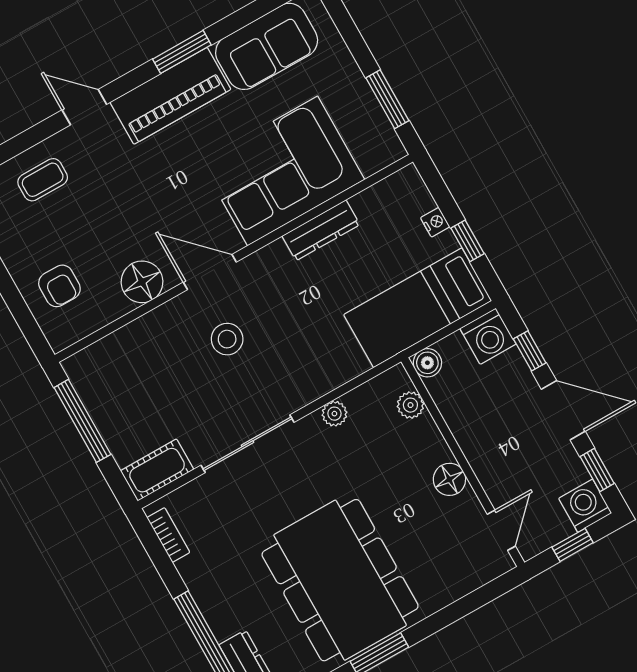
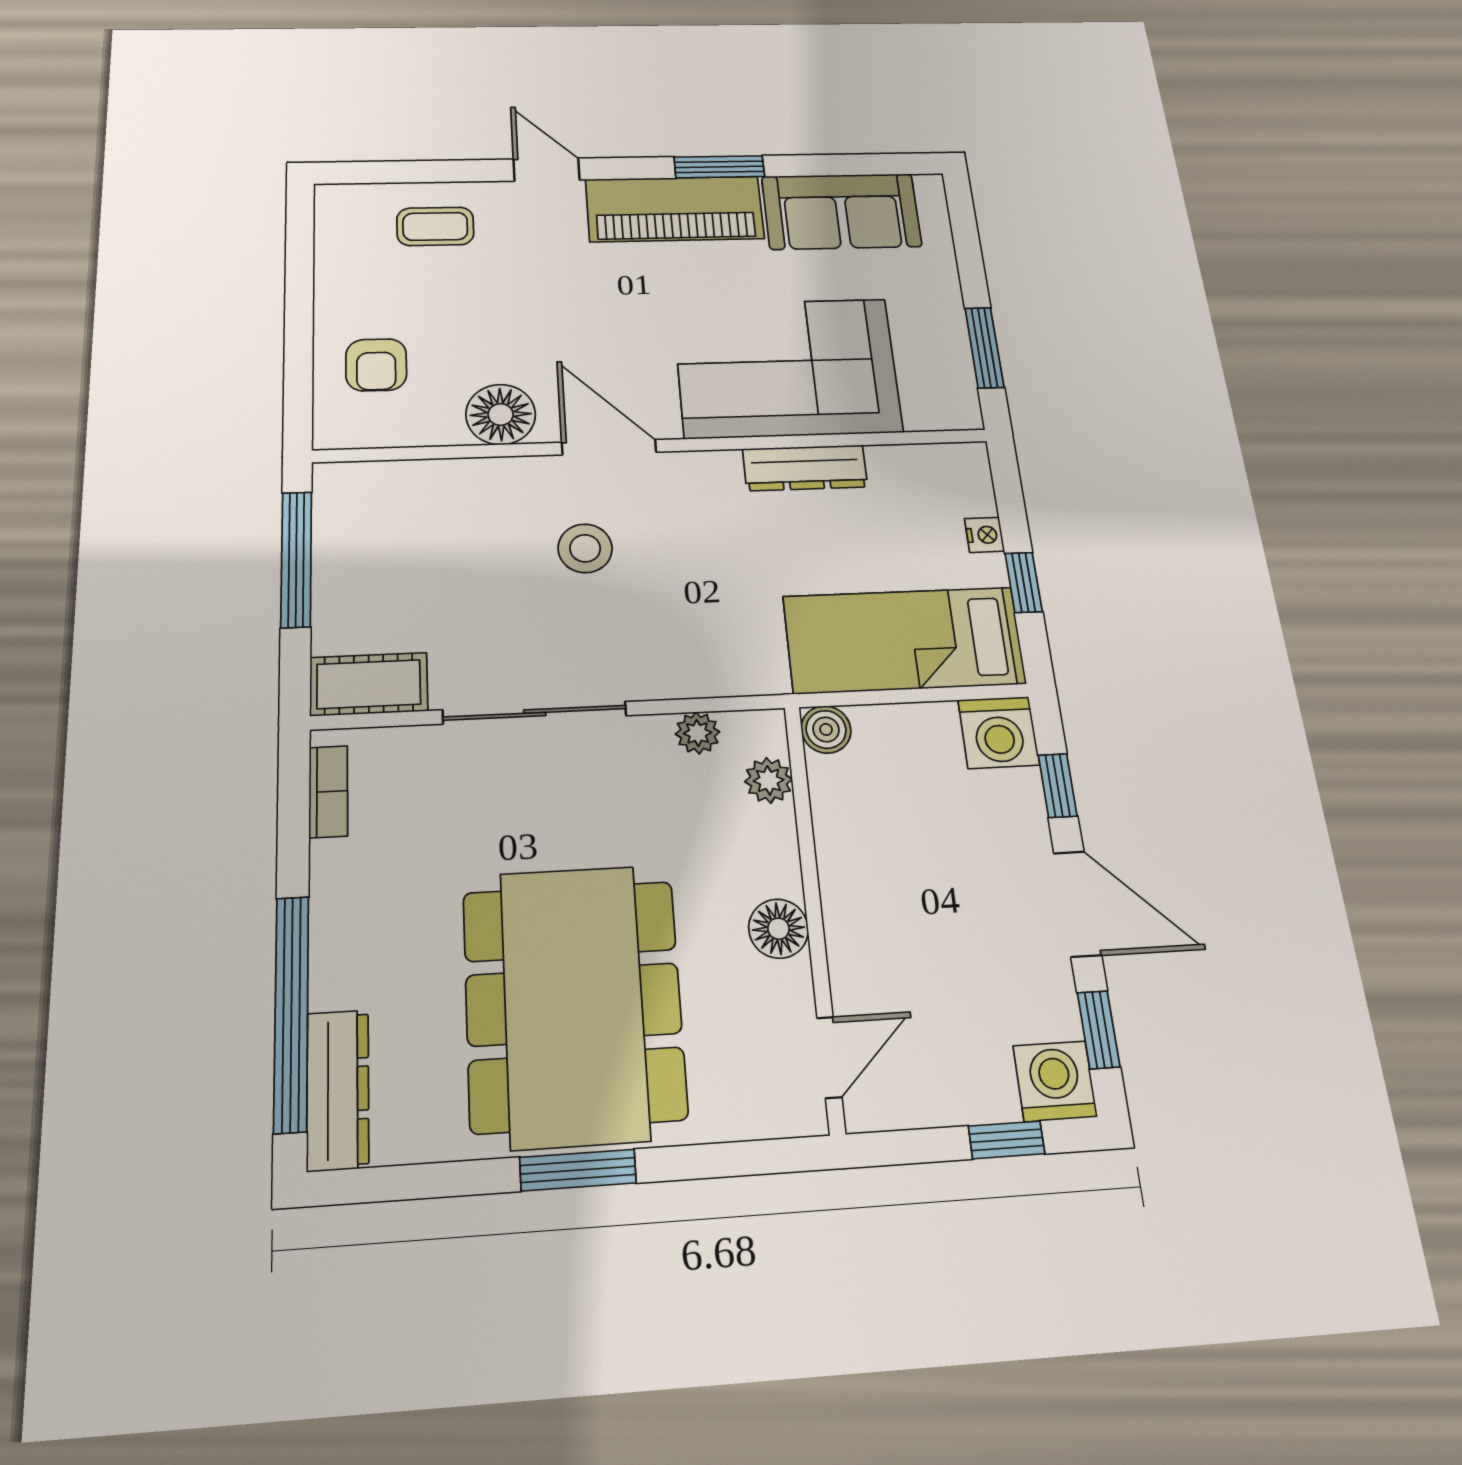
boiler: (427, 363) -> (826, 730), moved
plant: (410, 405) -> (769, 780), moved
wall: (463, 462) -> (814, 911), moved
floor lamp: (449, 479) -> (778, 929), moved
door: (501, 530) -> (829, 1057), moved

